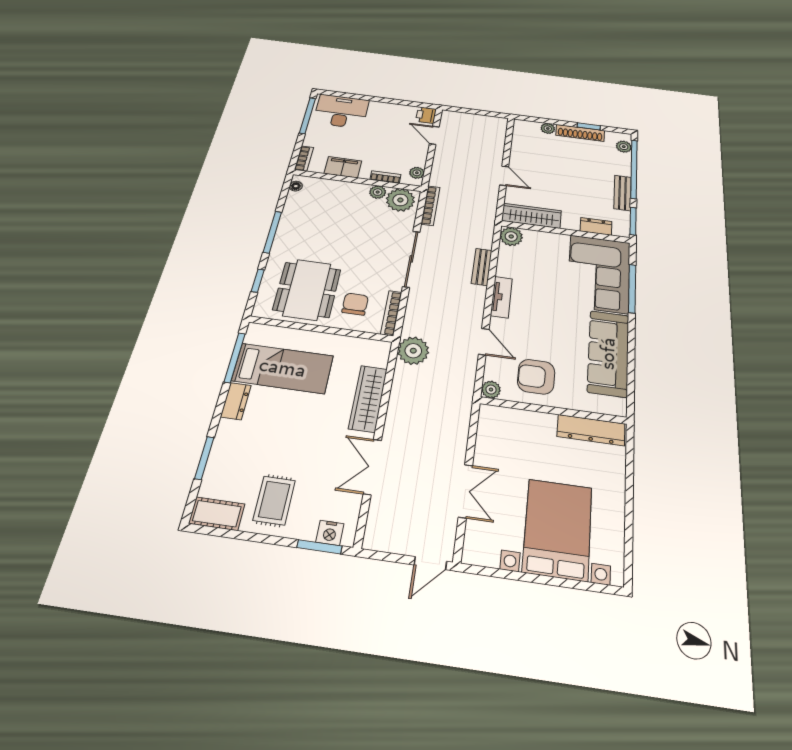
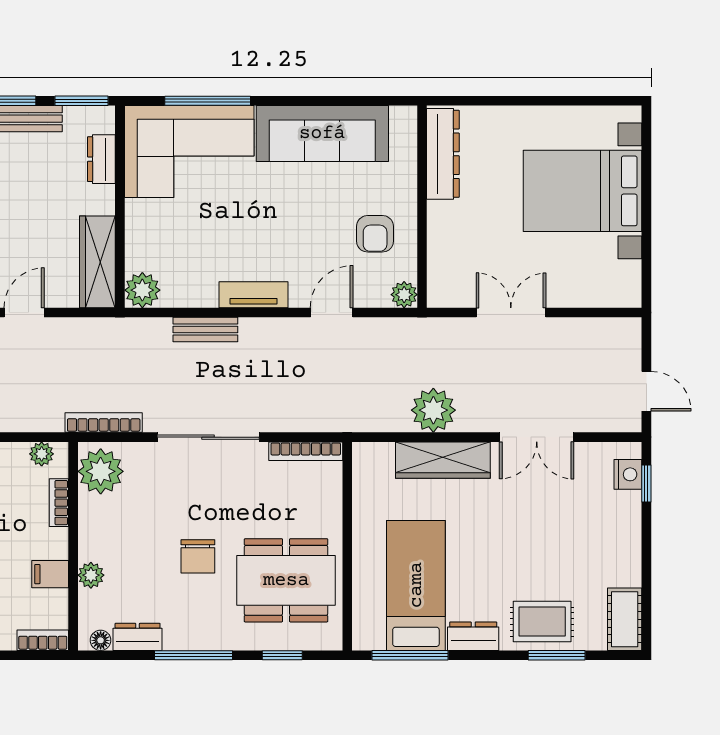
filing cabinet: (343, 167) -> (50, 574), width x0.50
plant: (378, 192) -> (91, 575), moved
dresser: (293, 205) -> (138, 637), added
chair: (355, 304) -> (198, 556), moved, turned -90
plant: (413, 351) -> (433, 410), moved
armchair: (536, 377) -> (375, 234), width x0.72, depth x0.72
double door: (466, 491) -> (511, 313), moved
rug: (274, 500) -> (542, 622), moved
window: (319, 547) -> (646, 484), width x0.67
door: (430, 563) -> (646, 391), moved

